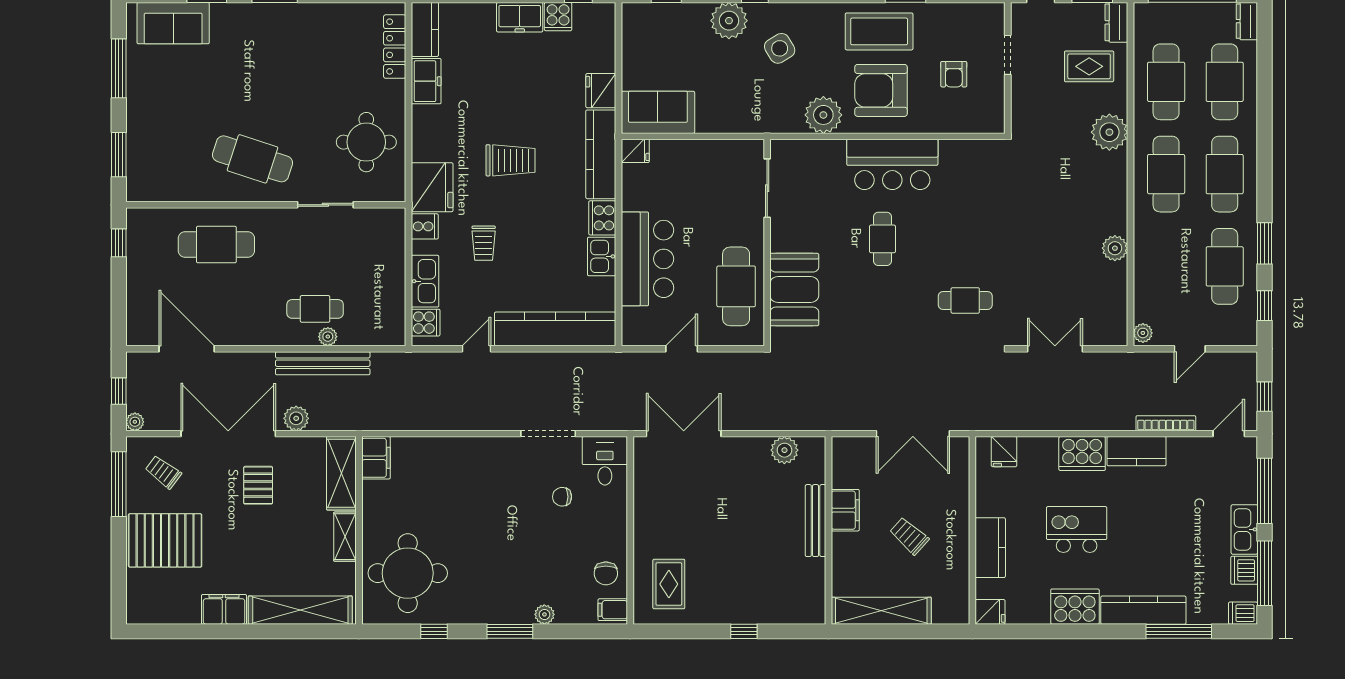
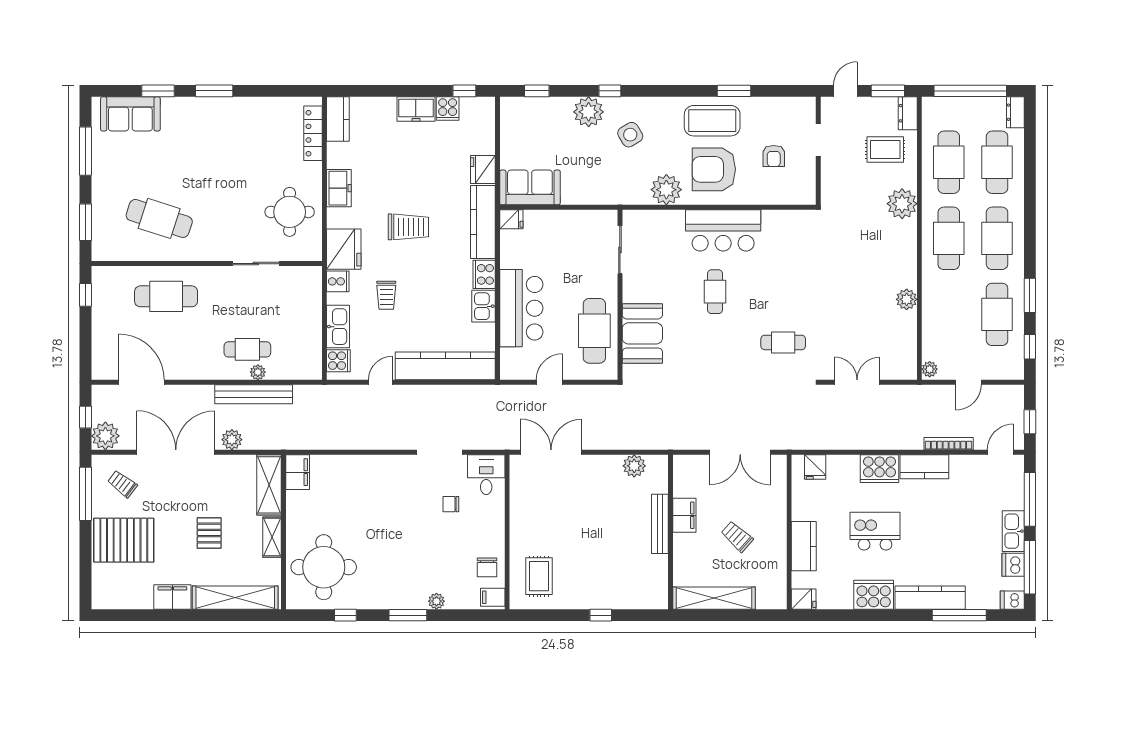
freezer: (426, 81) -> (339, 188), moved
cafe table: (253, 159) -> (159, 218), moved
plant: (135, 422) -> (105, 436), width x1.88, depth x1.88
pallet: (258, 485) -> (209, 533), moved

